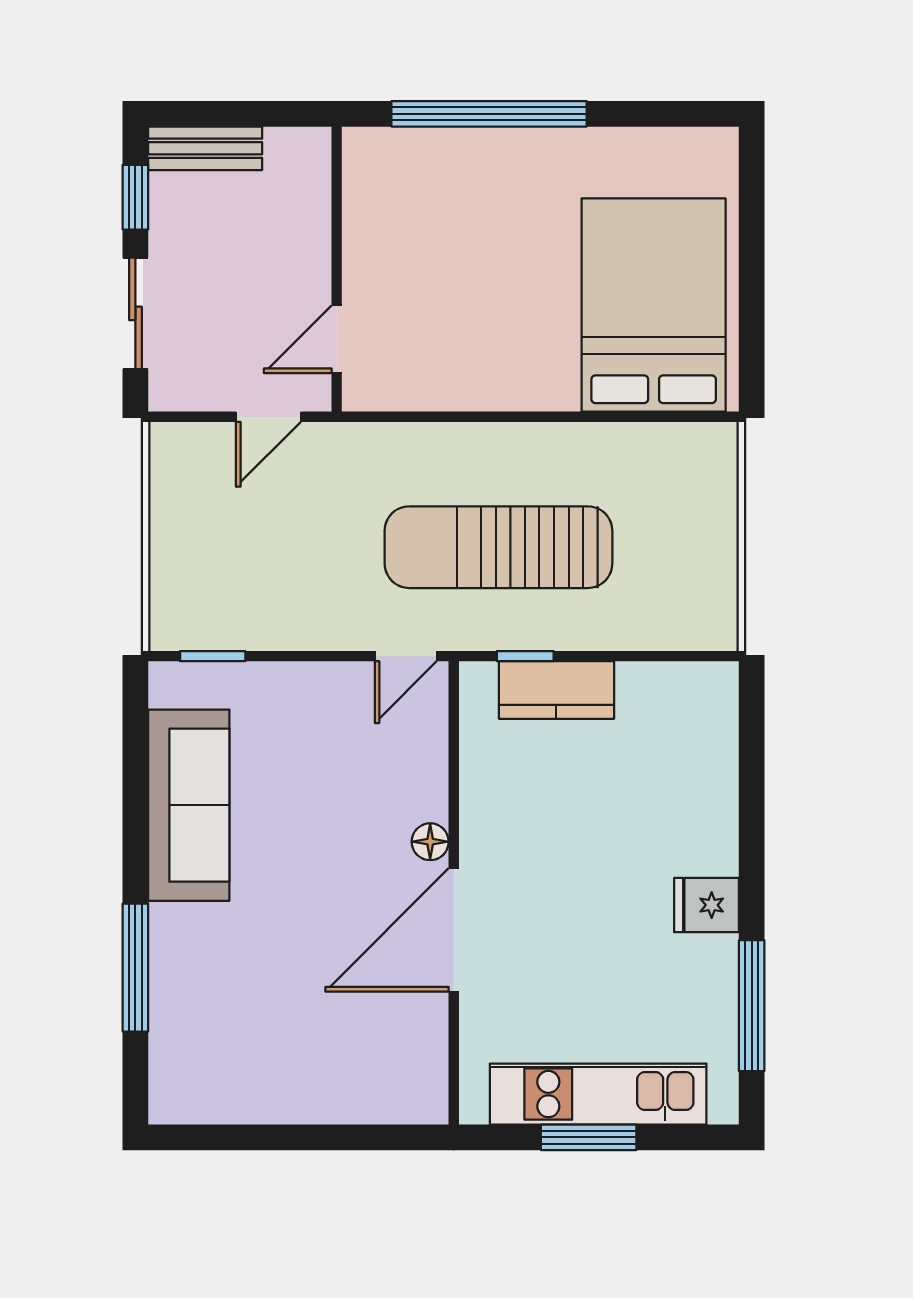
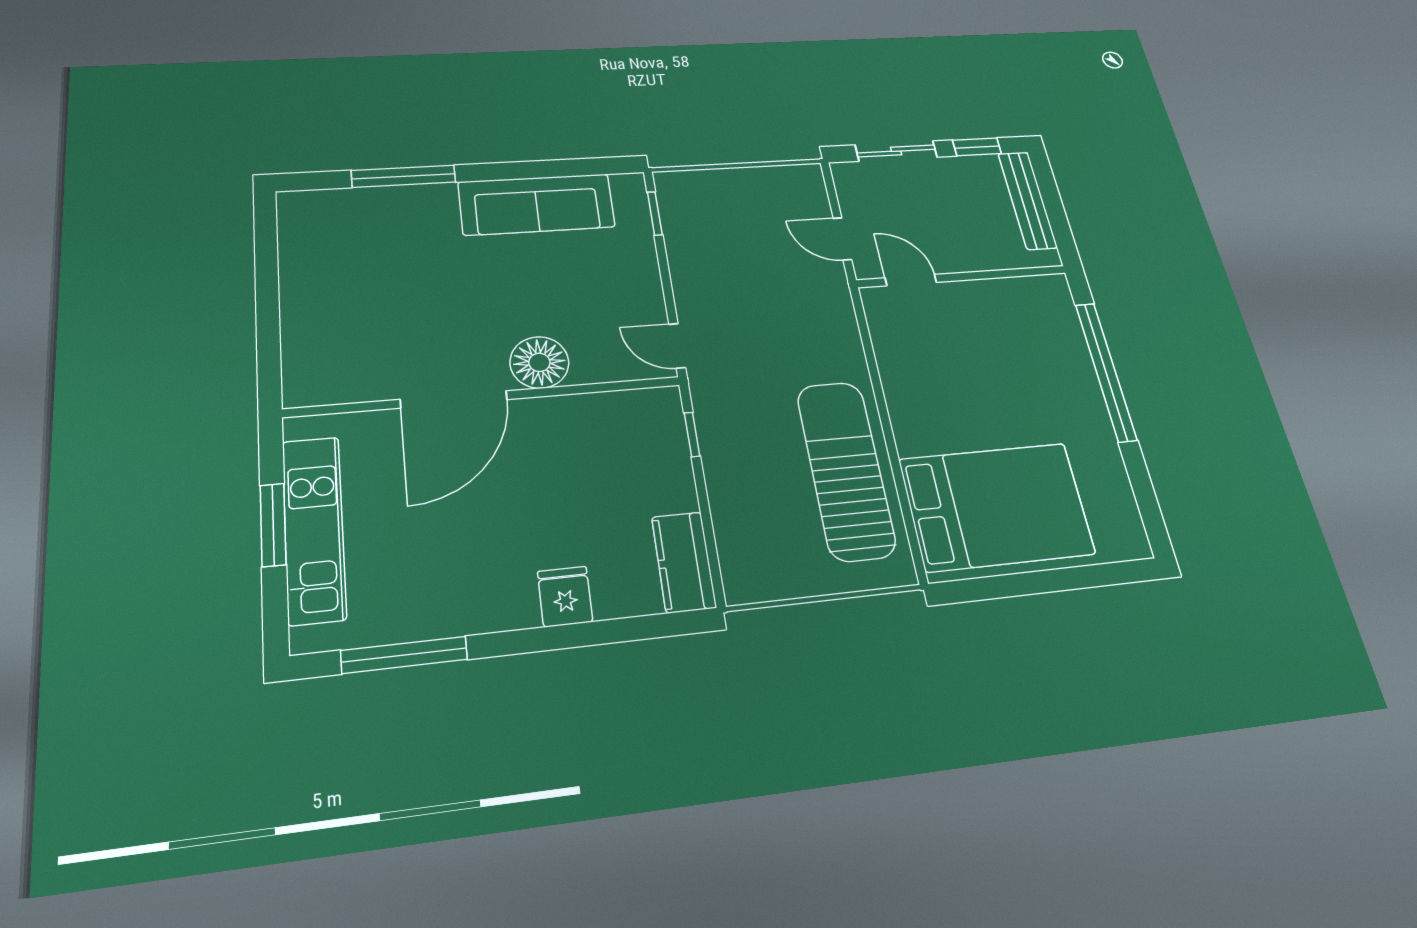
bench: (205, 148) -> (1027, 200), width x1.36
sun lounger: (498, 547) -> (846, 470), moved
kitchen counter: (556, 690) -> (684, 562), moved
floor lamp: (430, 842) -> (539, 362), width x1.89, depth x1.89
fridge: (706, 905) -> (565, 596), moved
door: (454, 930) -> (454, 399), swing flipped

